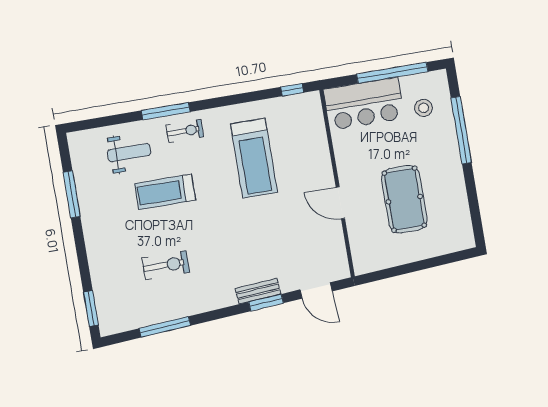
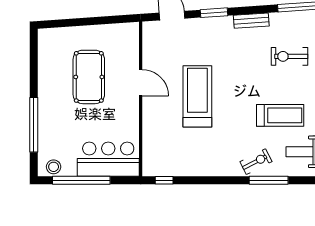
stool: (424, 108) -> (54, 167), moved
exercise bike: (185, 131) -> (256, 162), turned 153
treadmill: (254, 158) -> (197, 96), moved
bench: (258, 291) -> (251, 21), moved

